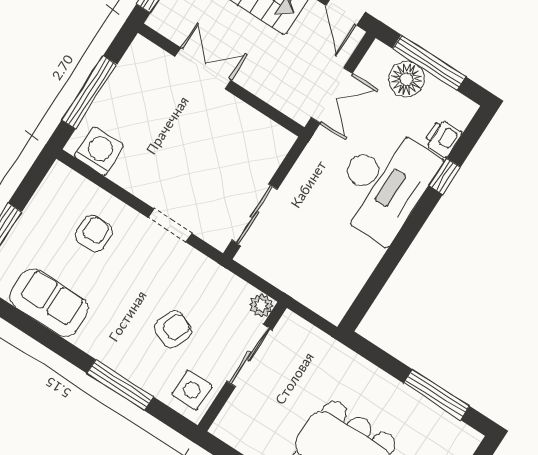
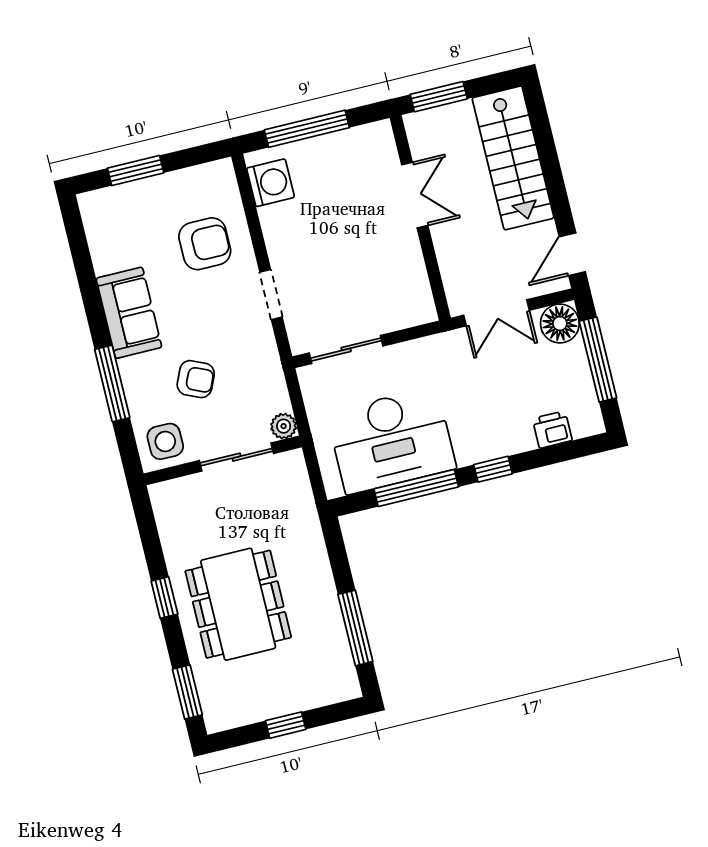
floor lamp: (406, 79) -> (560, 324), moved
window: (445, 176) -> (493, 469), moved
desk: (383, 183) -> (391, 441), moved
armchair: (94, 233) -> (205, 244), width x1.38, depth x1.38
window: (389, 263) -> (416, 488), added
sofa: (49, 303) -> (129, 313), moved

